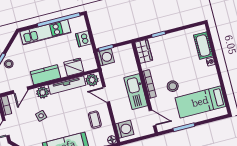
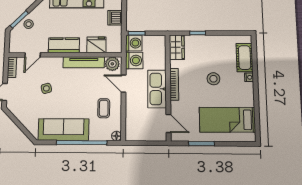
stool: (173, 86) -> (213, 79), moved
plant: (43, 93) -> (55, 64), removed
washing machine: (125, 129) -> (134, 60), moved

